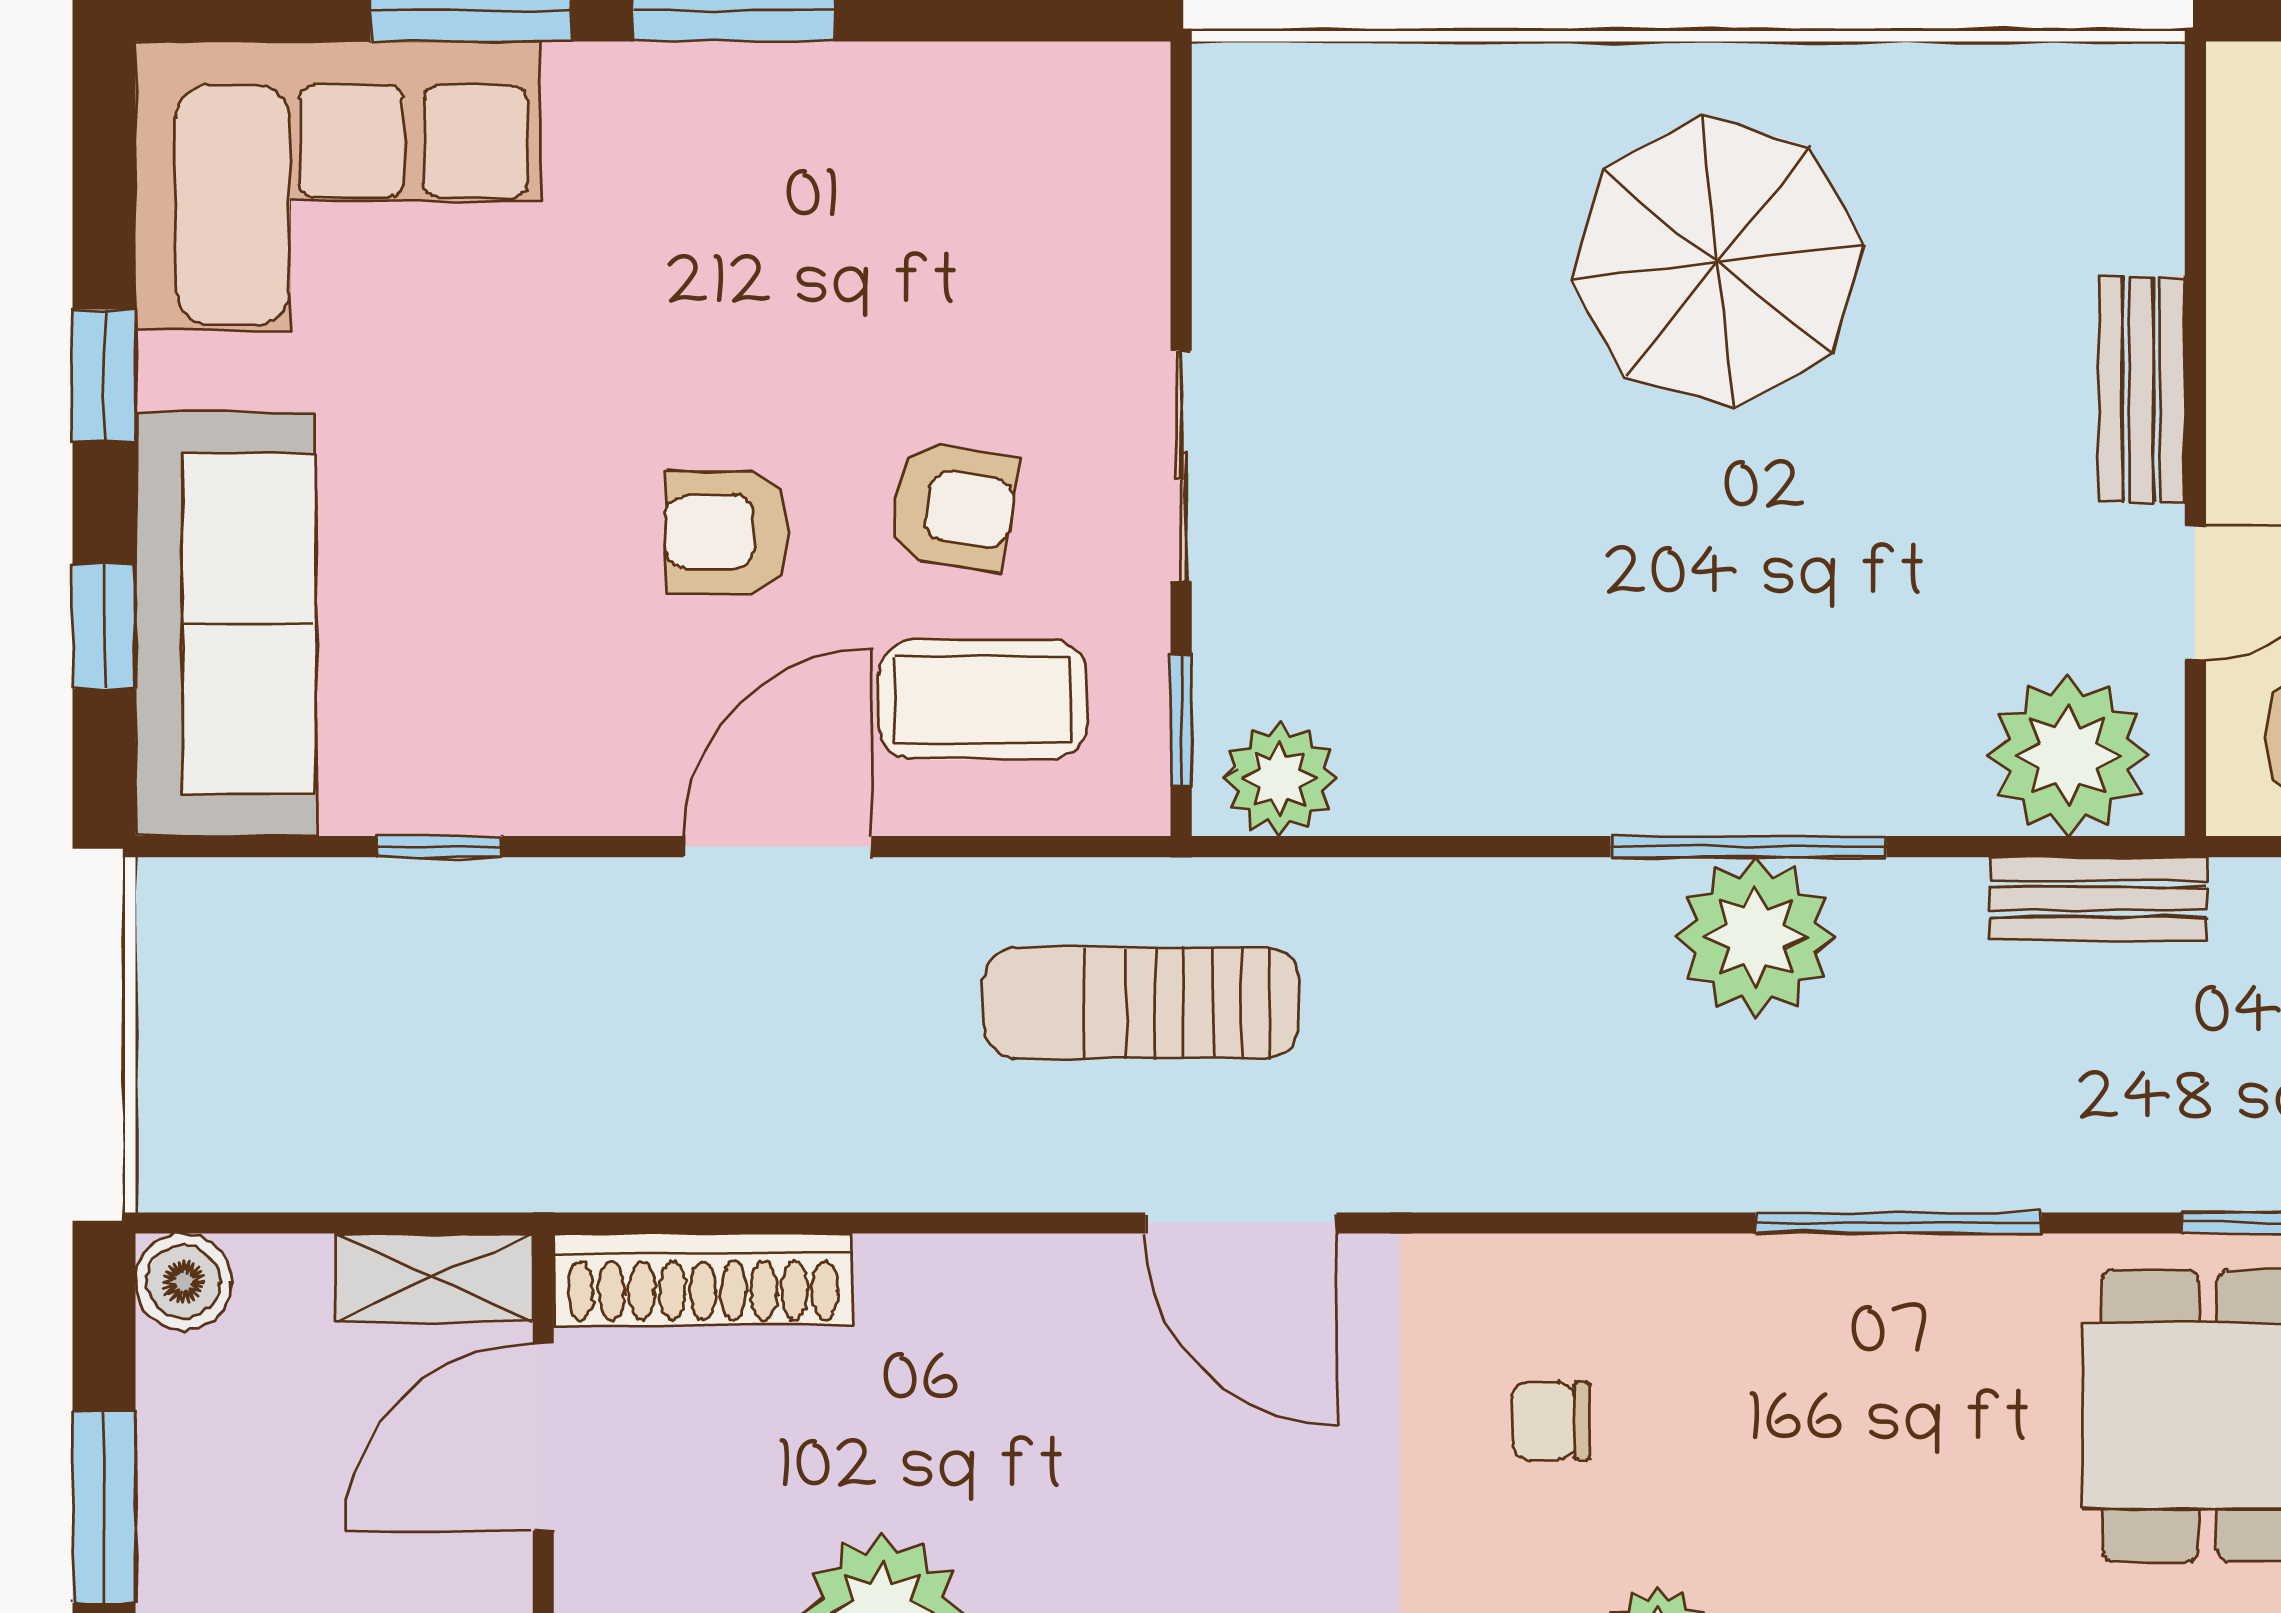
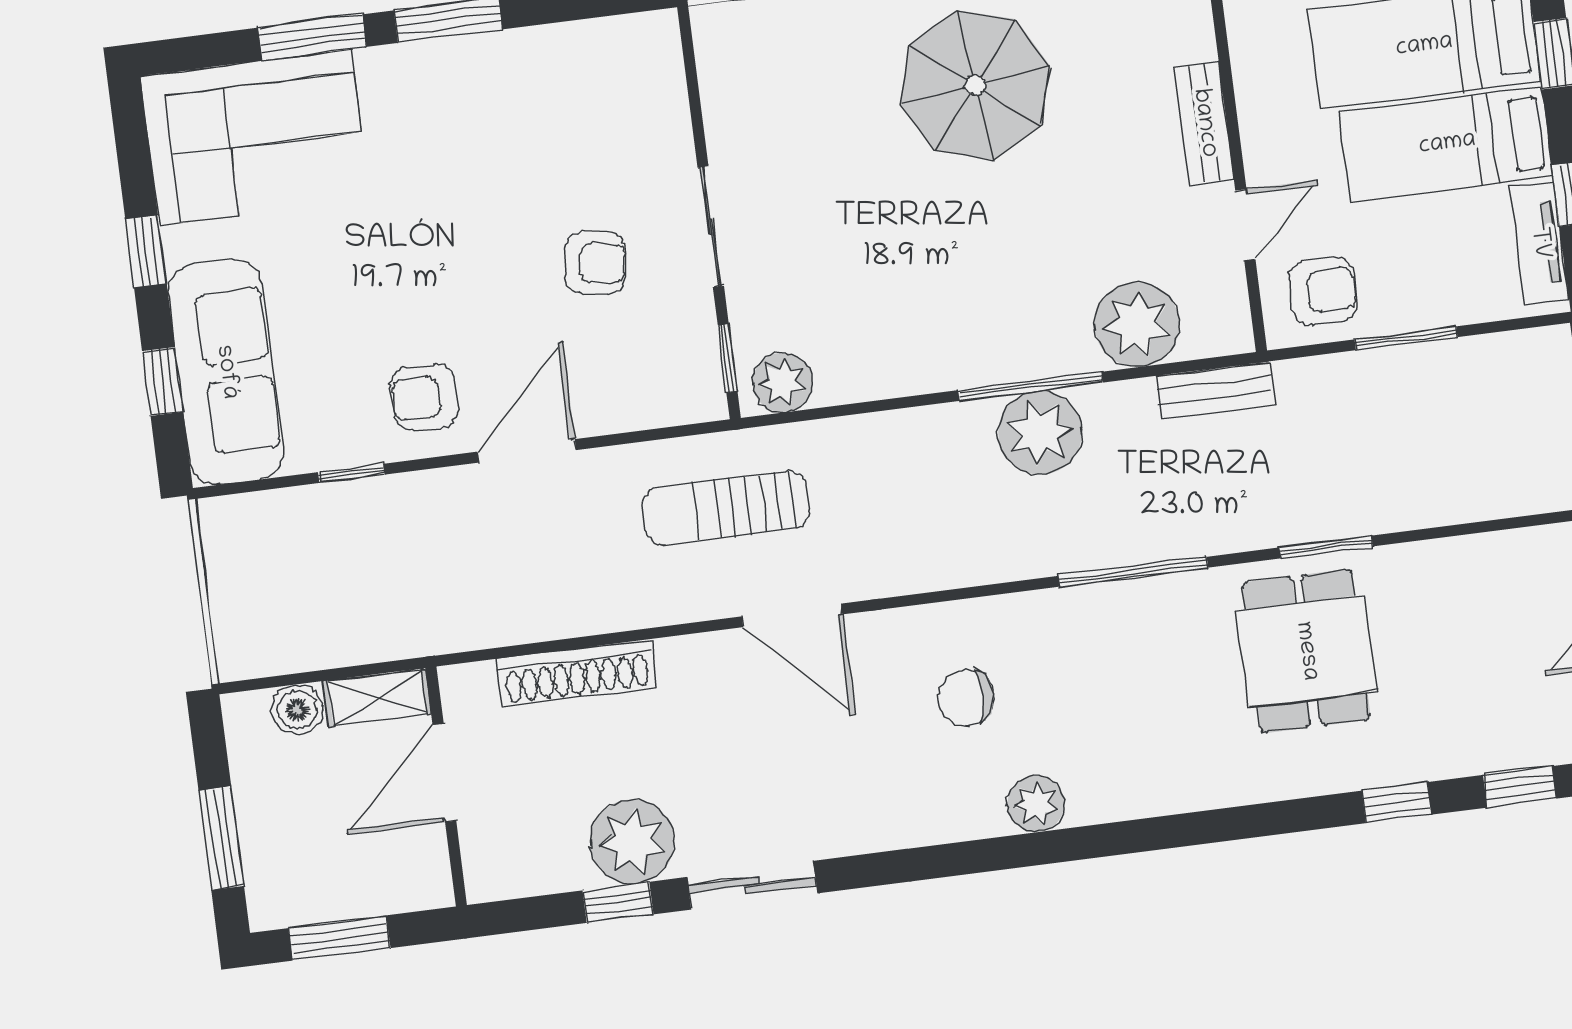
armchair: (727, 532) -> (424, 397), moved
coffee table: (983, 700) -> (623, 361), removed
plant: (2068, 755) -> (1137, 325), moved
shoe rack: (703, 1280) -> (577, 673), moved
boiler: (184, 1282) -> (297, 710), moved
chair: (1551, 1421) -> (966, 698), width x1.37, depth x1.37

